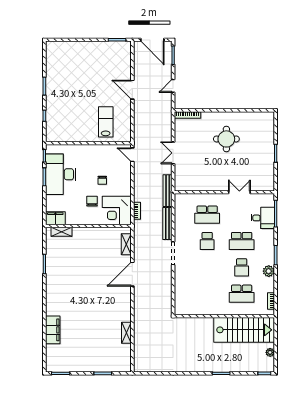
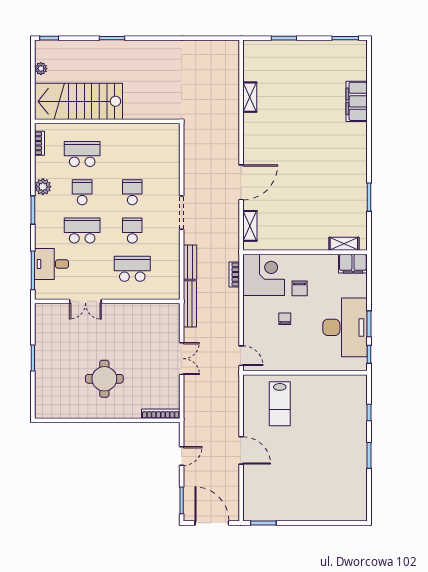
bench: (167, 224) -> (190, 262), width x0.73
school desk: (207, 267) -> (132, 192), added

